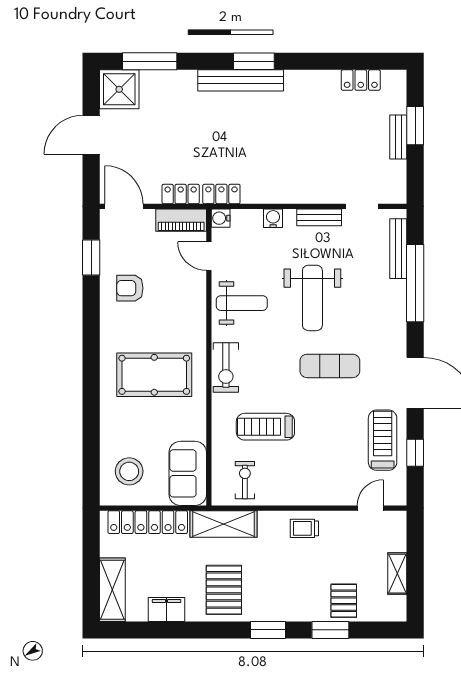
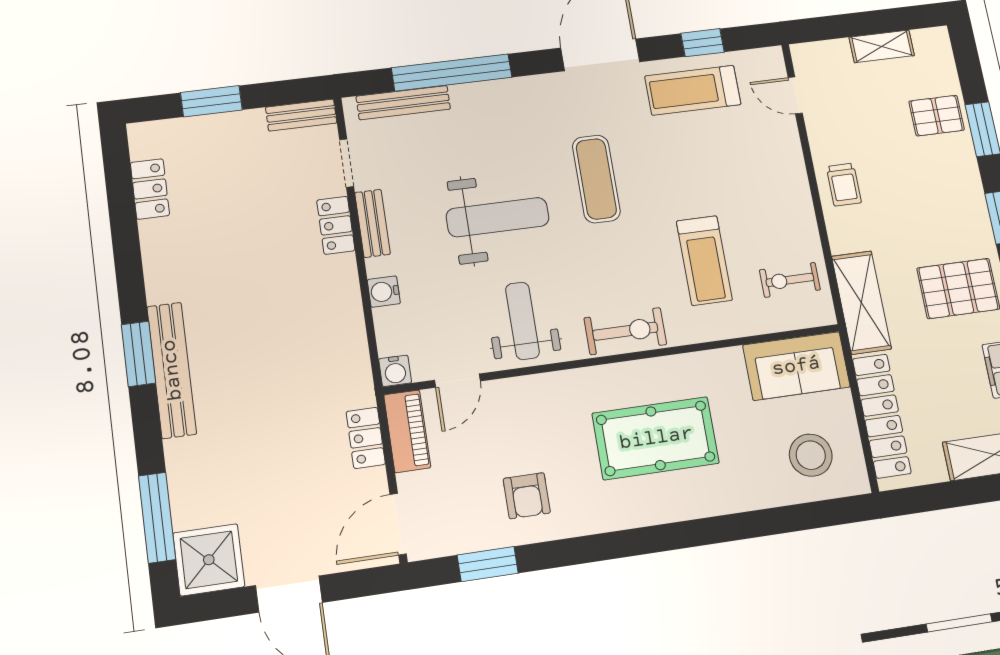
bench: (398, 137) -> (301, 115), moved
locker: (221, 194) -> (336, 225), moved
pool table: (154, 375) -> (656, 438), turned 90

